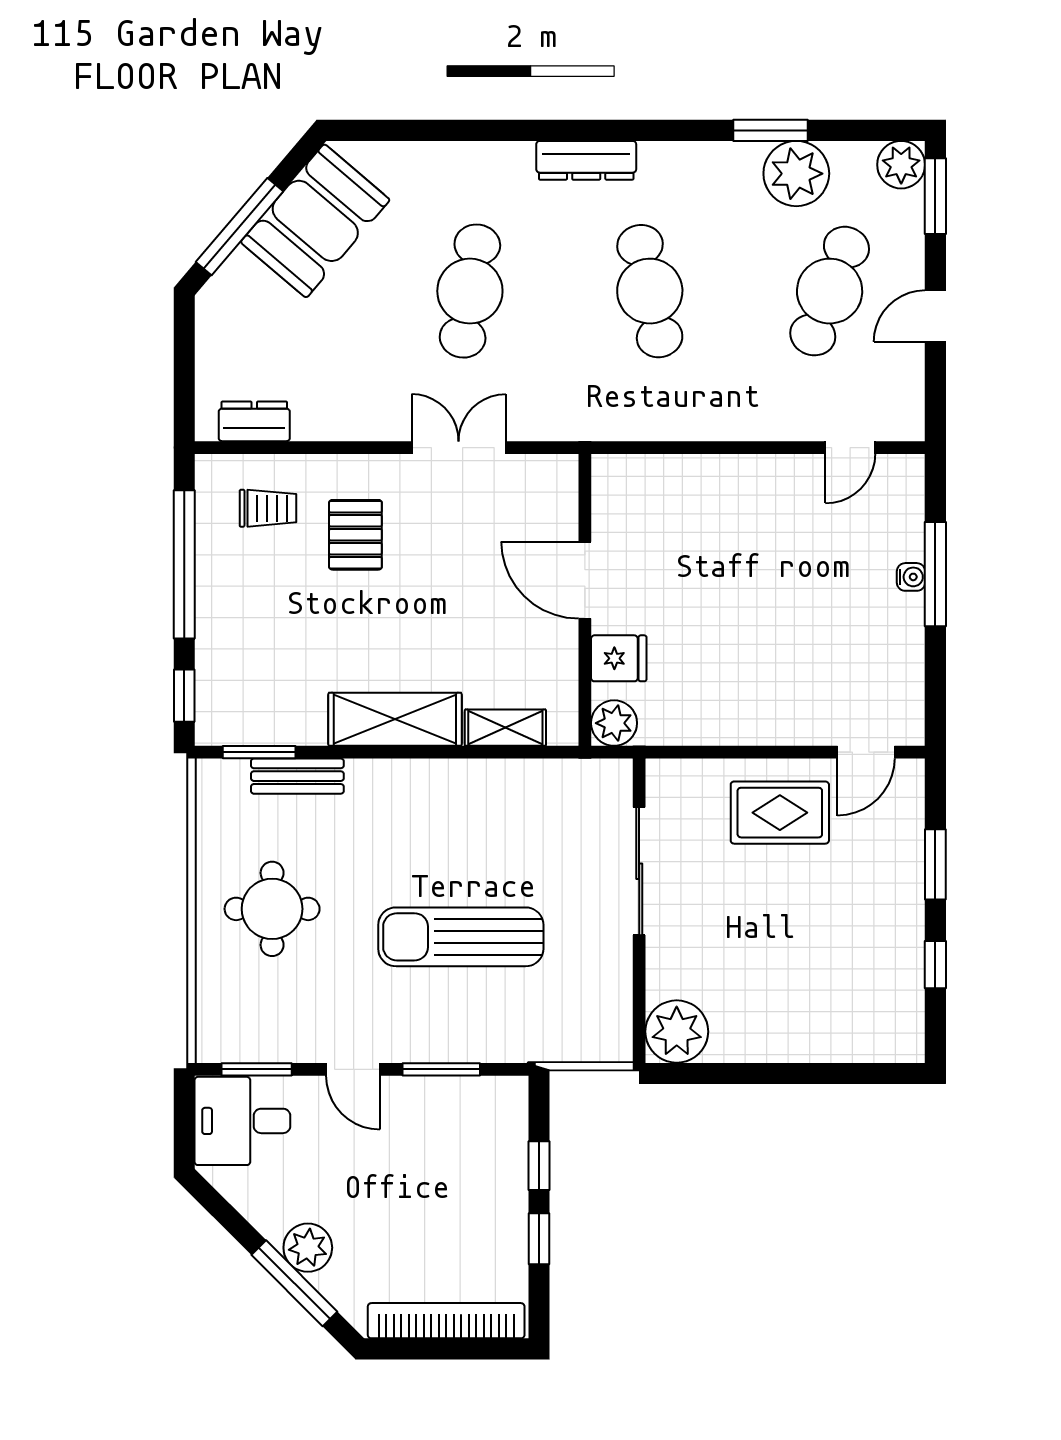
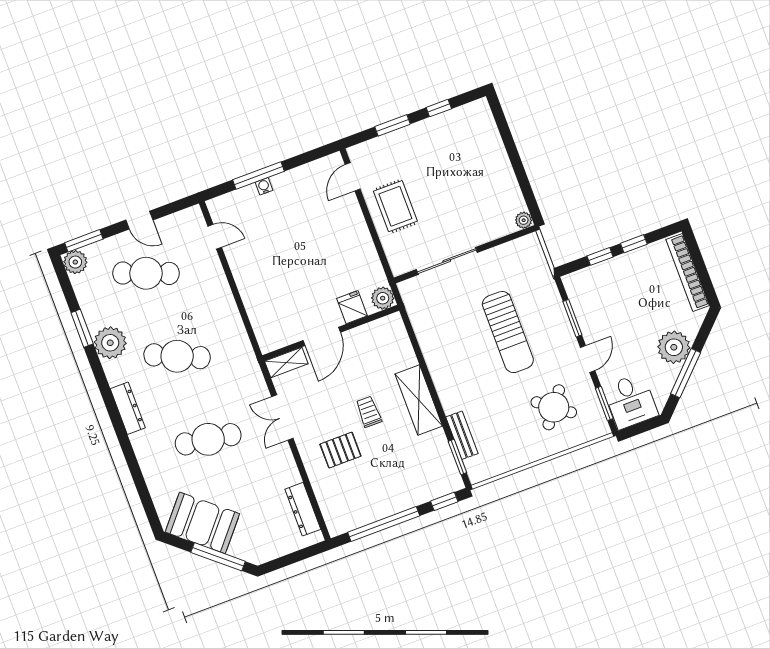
plant: (796, 174) -> (110, 343), moved
cafe table: (650, 291) -> (177, 356), turned 36
dresser: (254, 421) -> (303, 509), width x1.44
trolley: (268, 508) -> (369, 412), moved
shelving: (505, 728) -> (286, 362), moved, turned 90
door: (866, 752) -> (353, 177), swing flipped
round table: (272, 909) -> (554, 407), moved, turned 37
plant: (677, 1032) -> (524, 220), width x0.53, depth x0.53
plant: (308, 1248) -> (674, 347), width x1.36, depth x1.36
window: (294, 1283) -> (686, 373), moved

